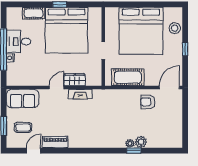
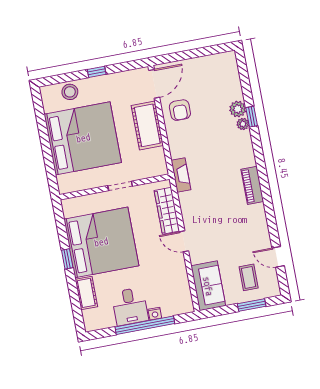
cot: (128, 77) -> (147, 125), moved
wardrobe: (75, 80) -> (167, 211), width x1.50
door: (169, 87) -> (154, 84), swing flipped
fireplace: (80, 94) -> (181, 175), moved
piano: (55, 142) -> (252, 185), moved

